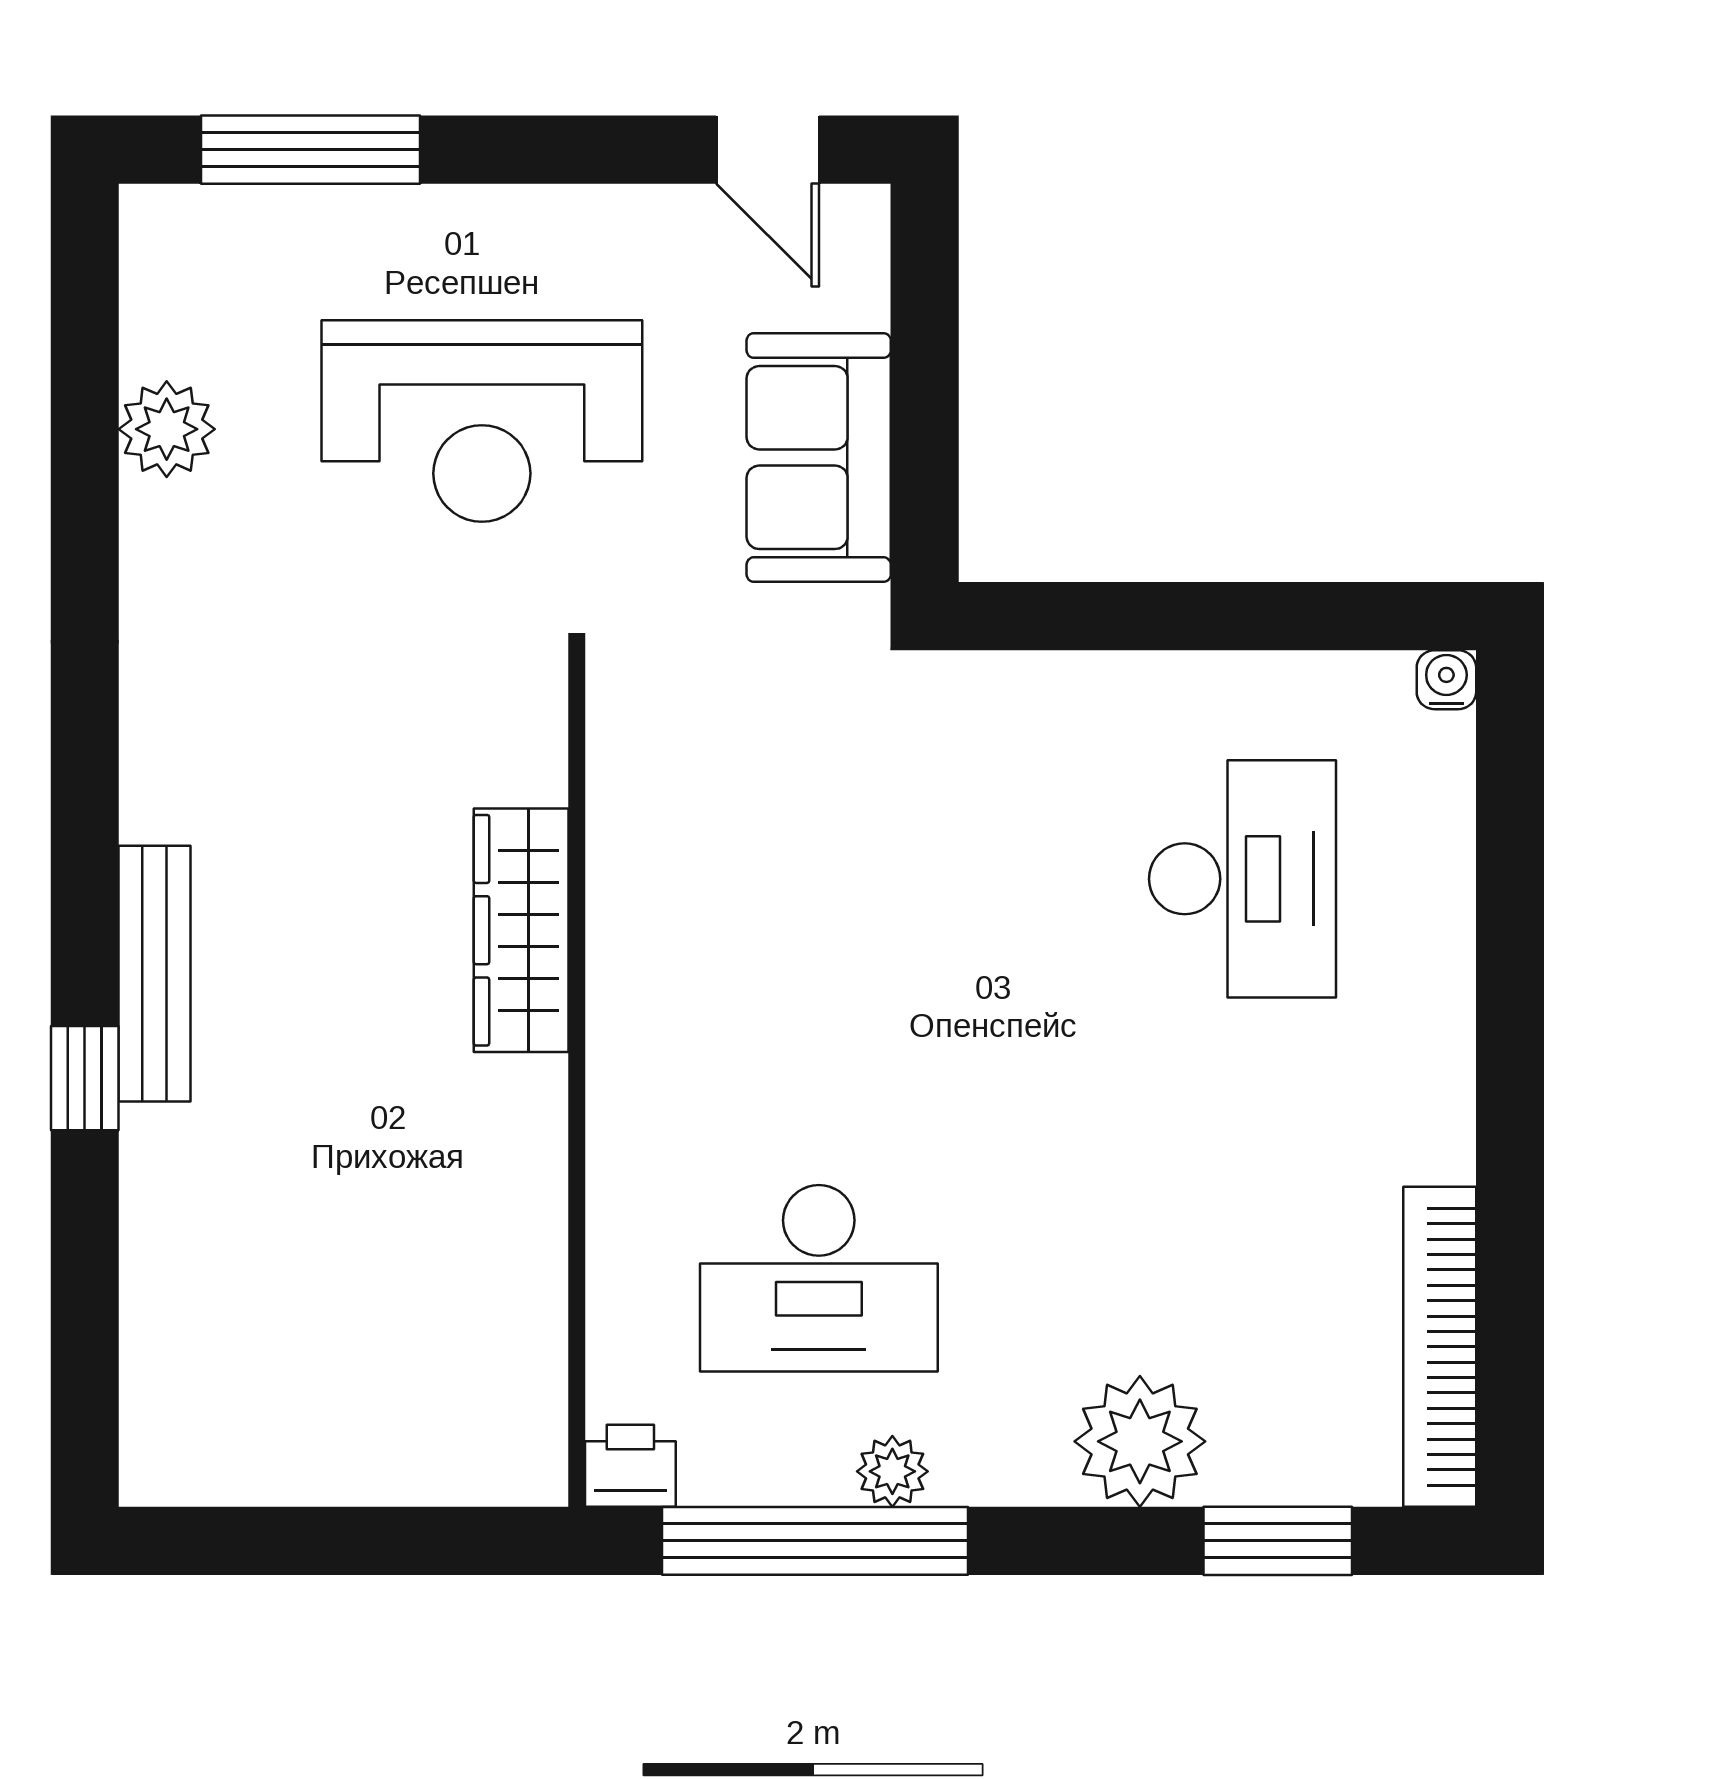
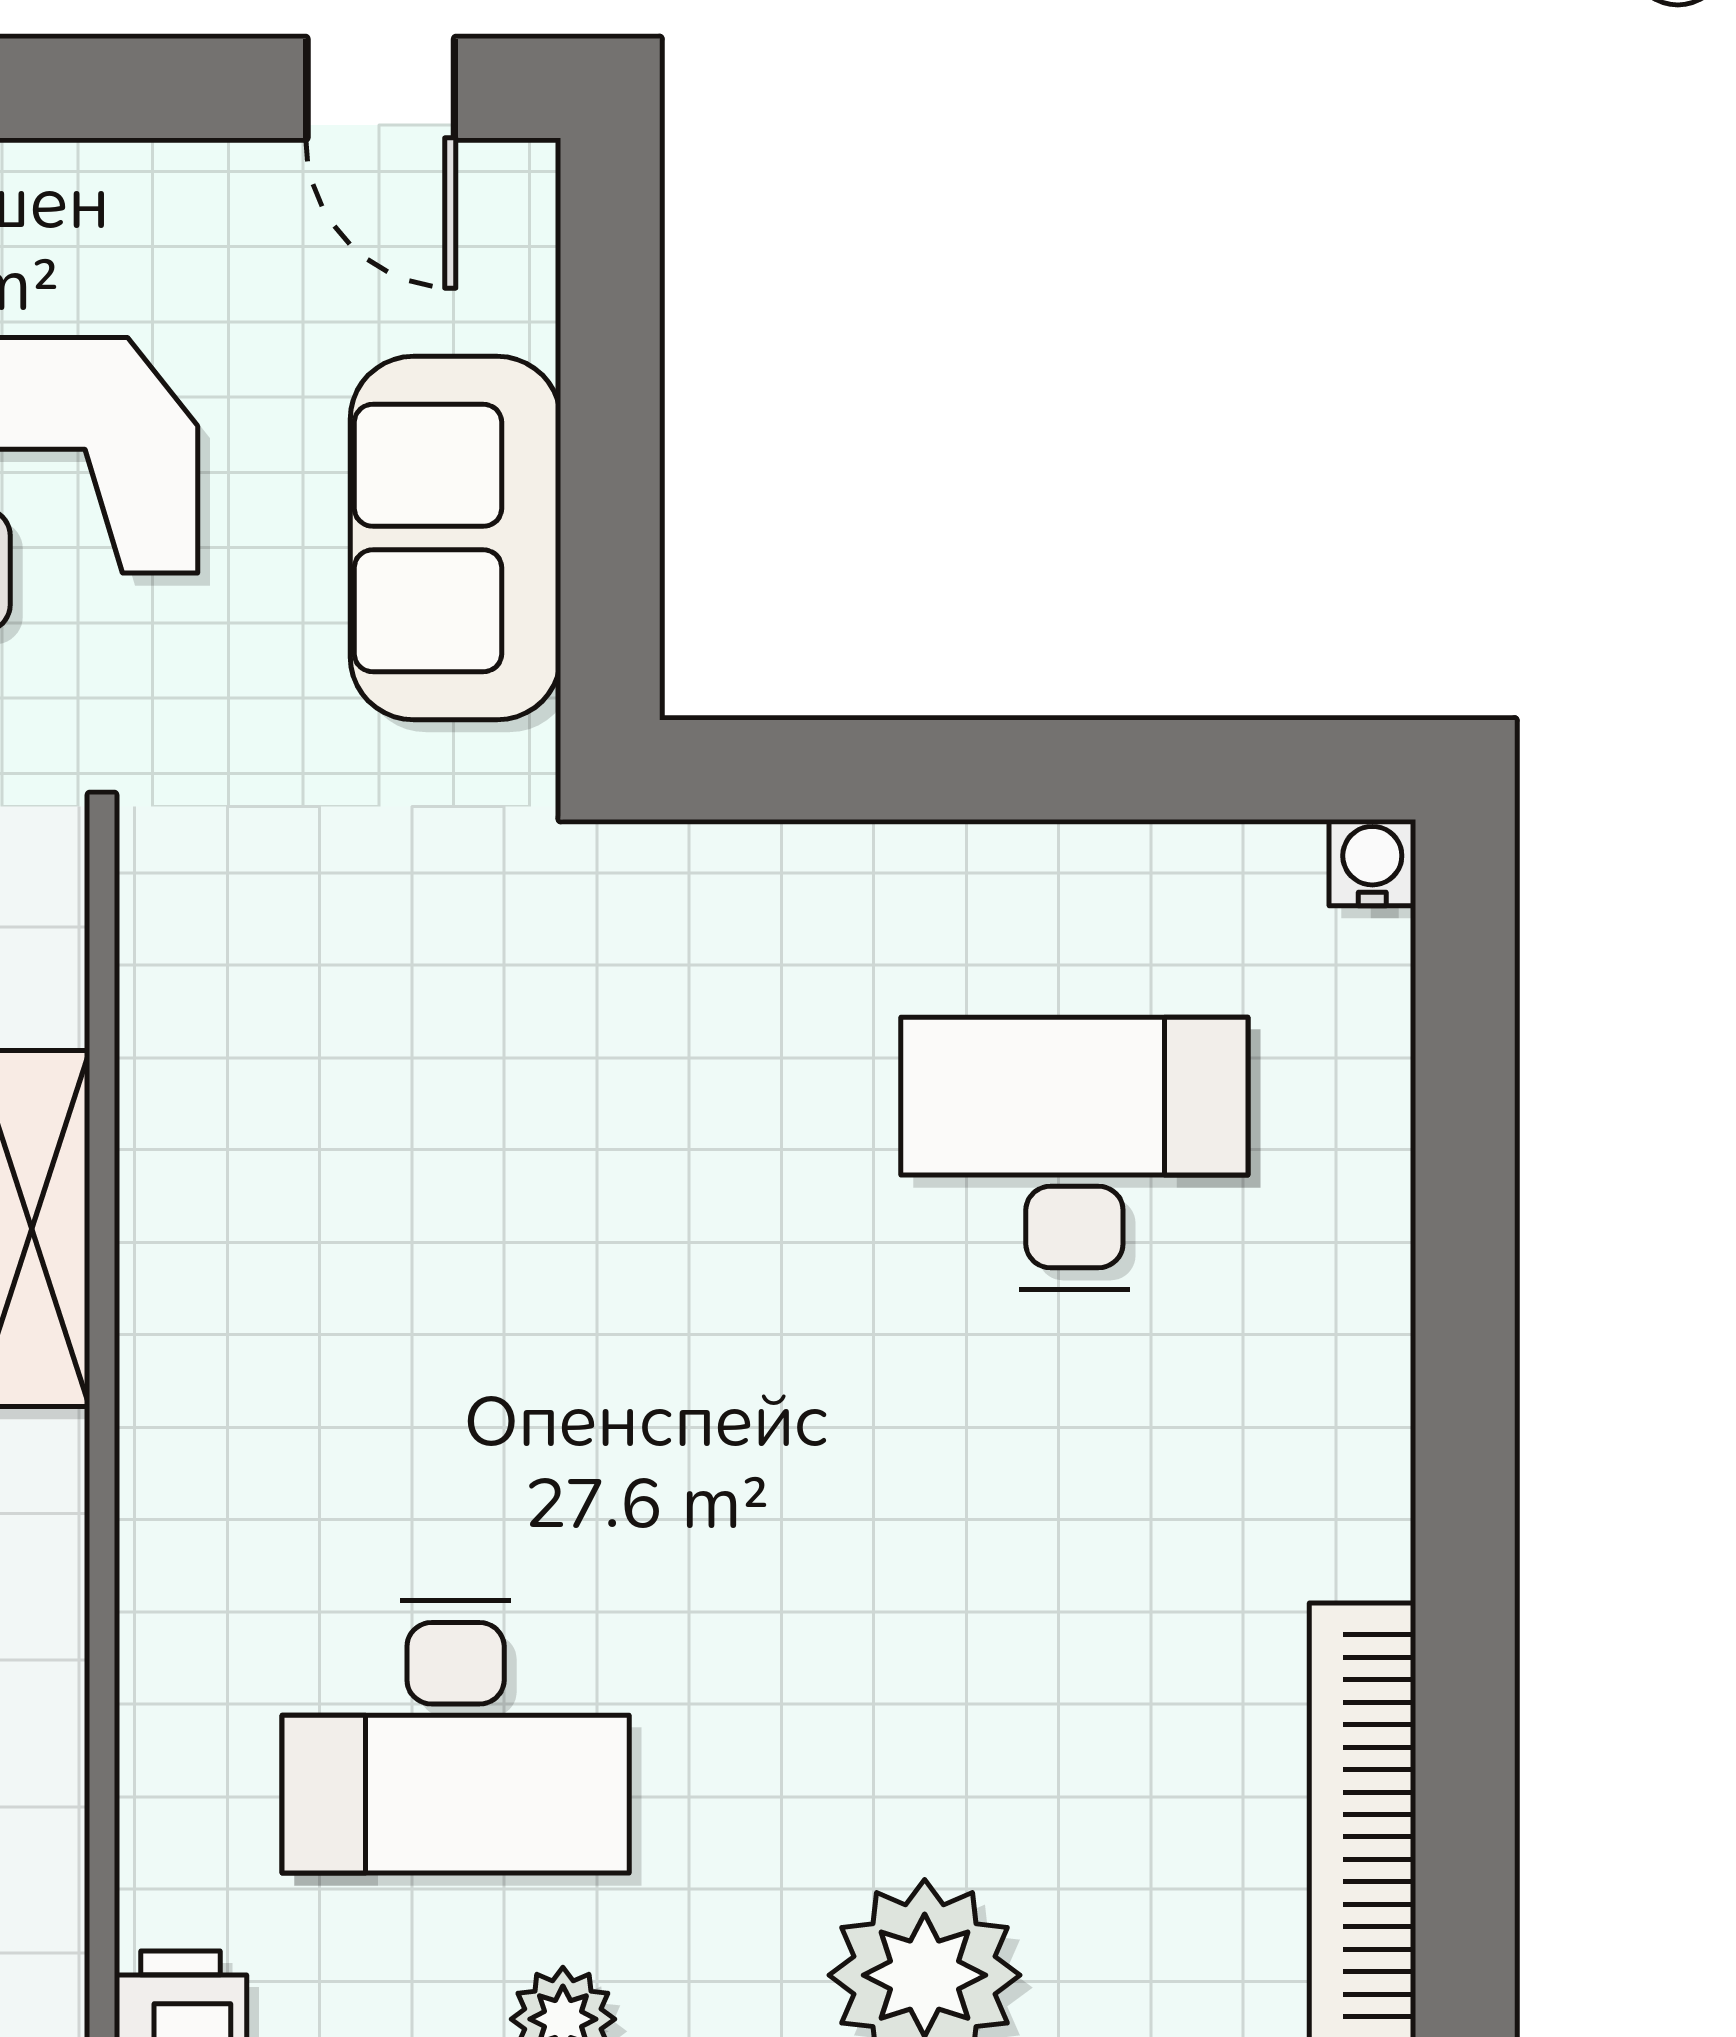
desk: (1242, 879) -> (1074, 1153), turned -90

